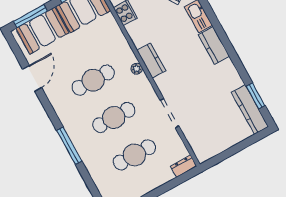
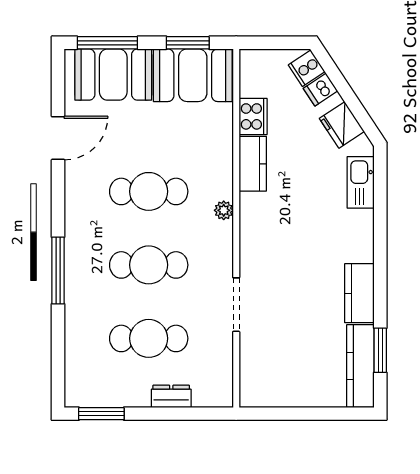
kitchen counter: (214, 45) -> (359, 293), moved
kitchen counter: (151, 61) -> (253, 164), moved
dresser: (184, 166) -> (171, 396), moved

